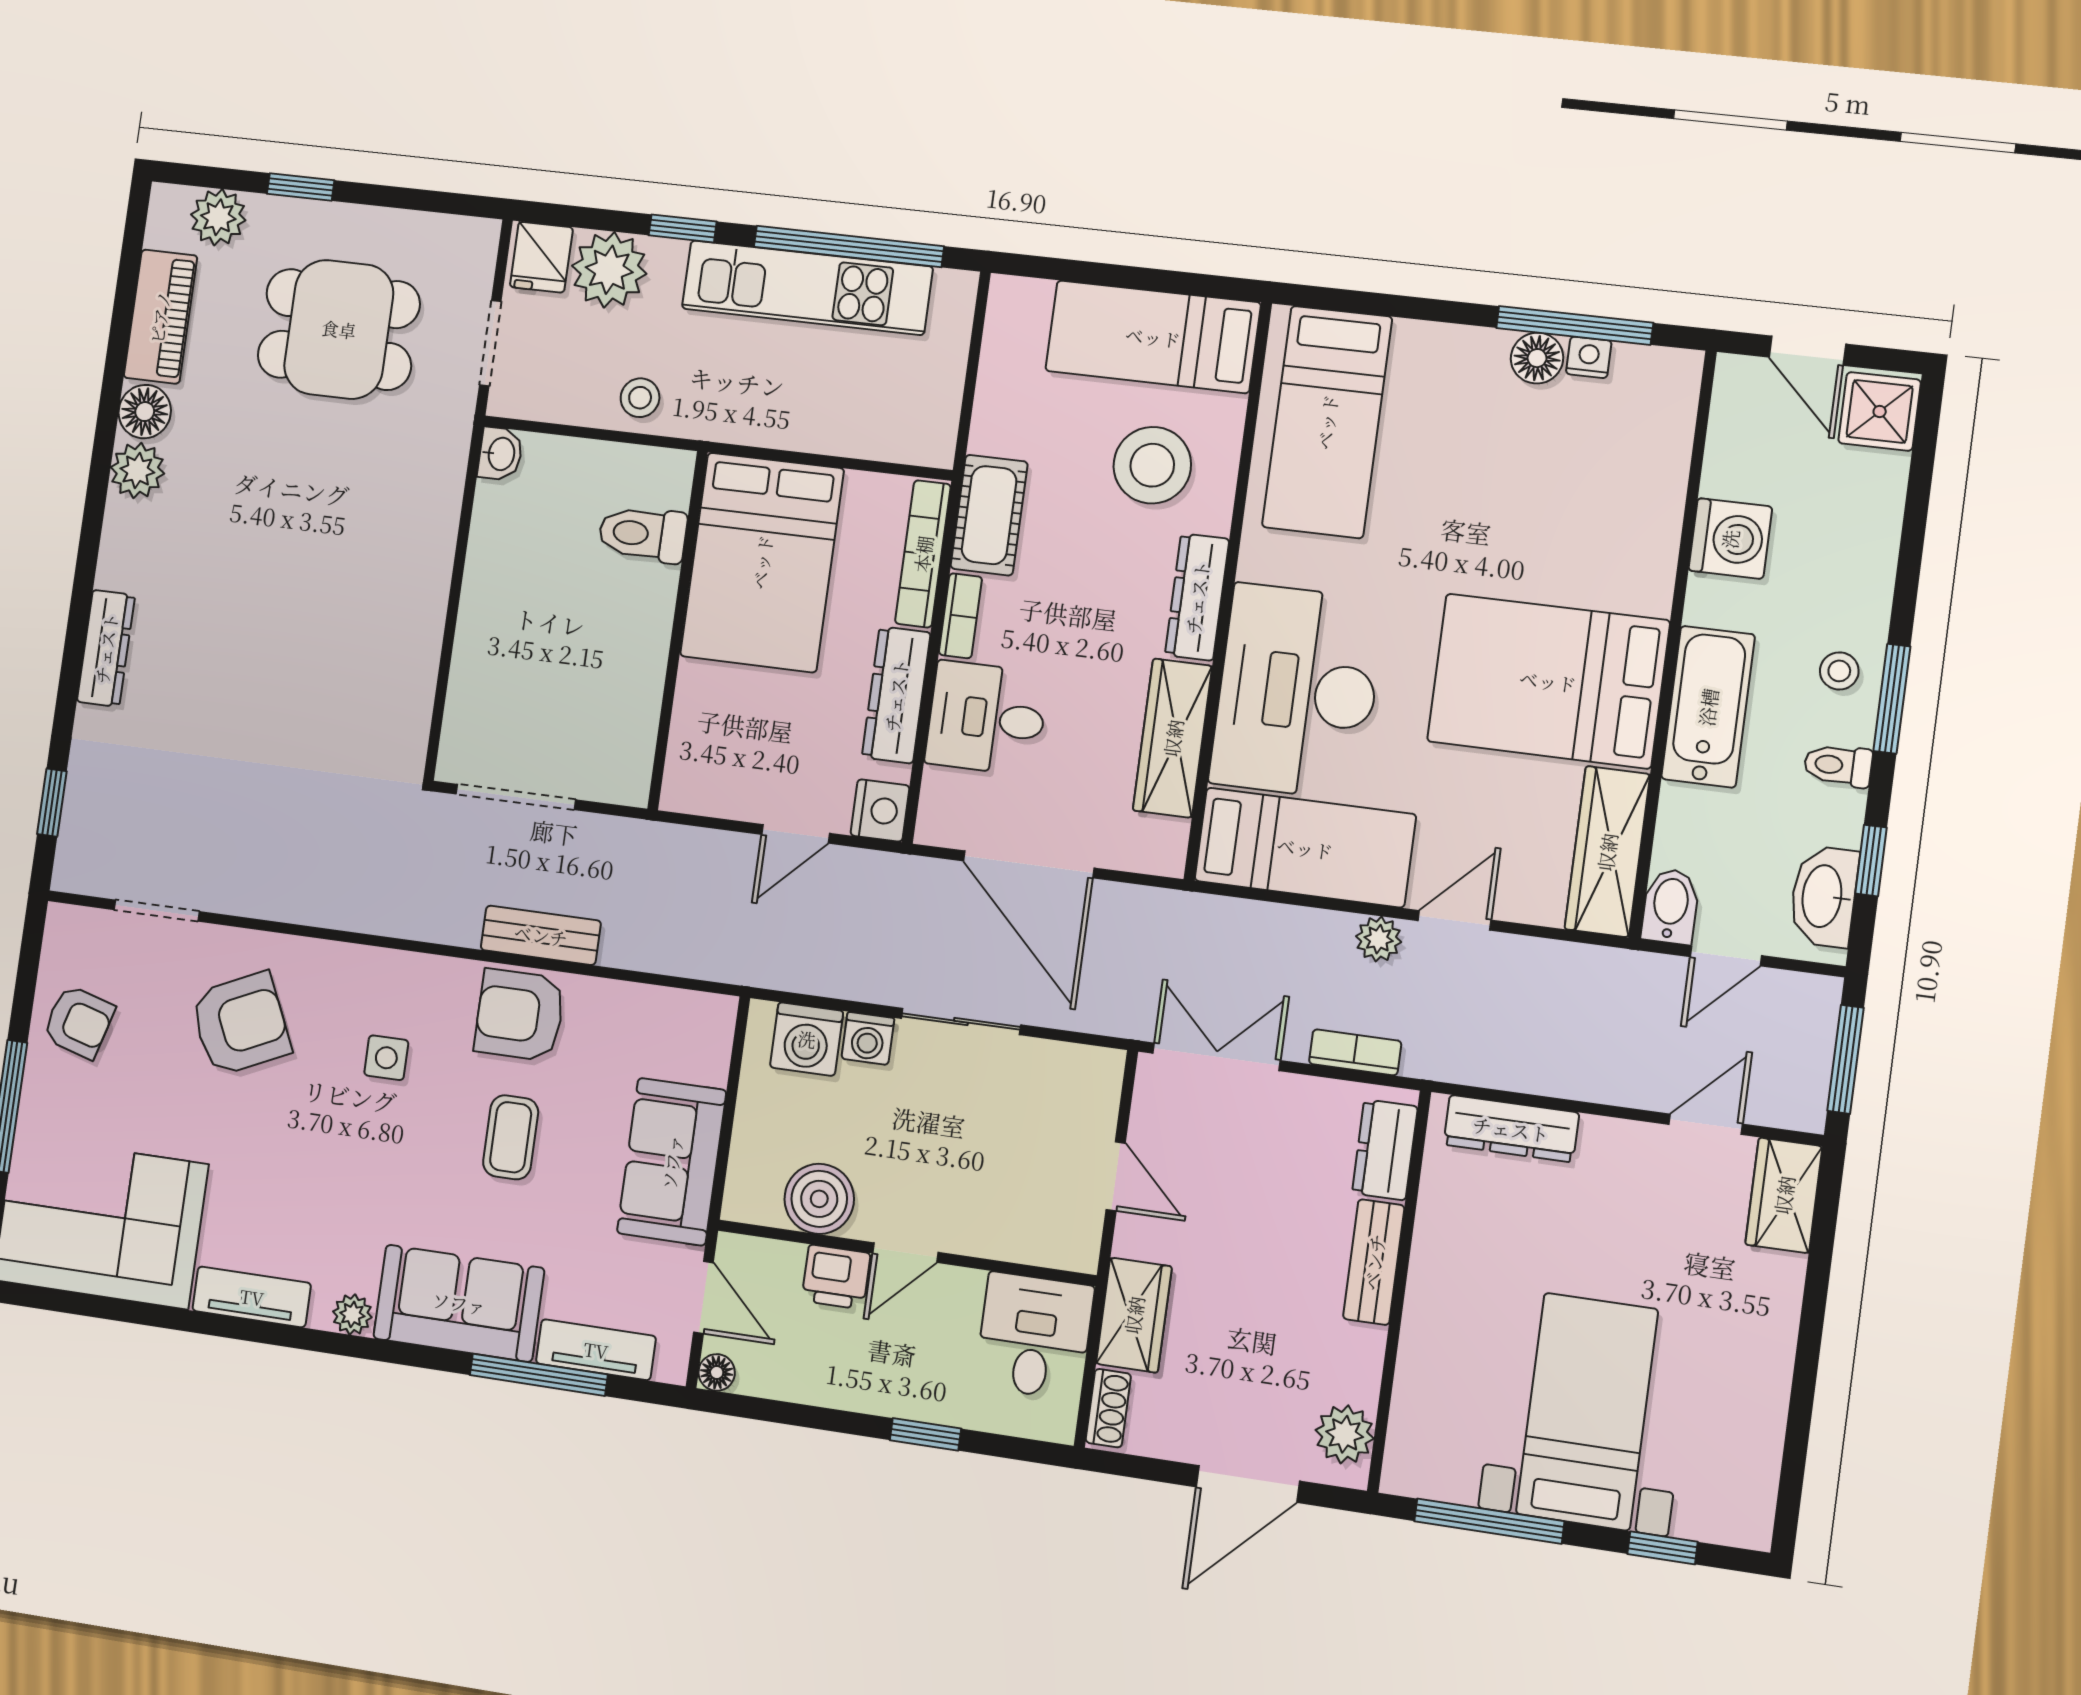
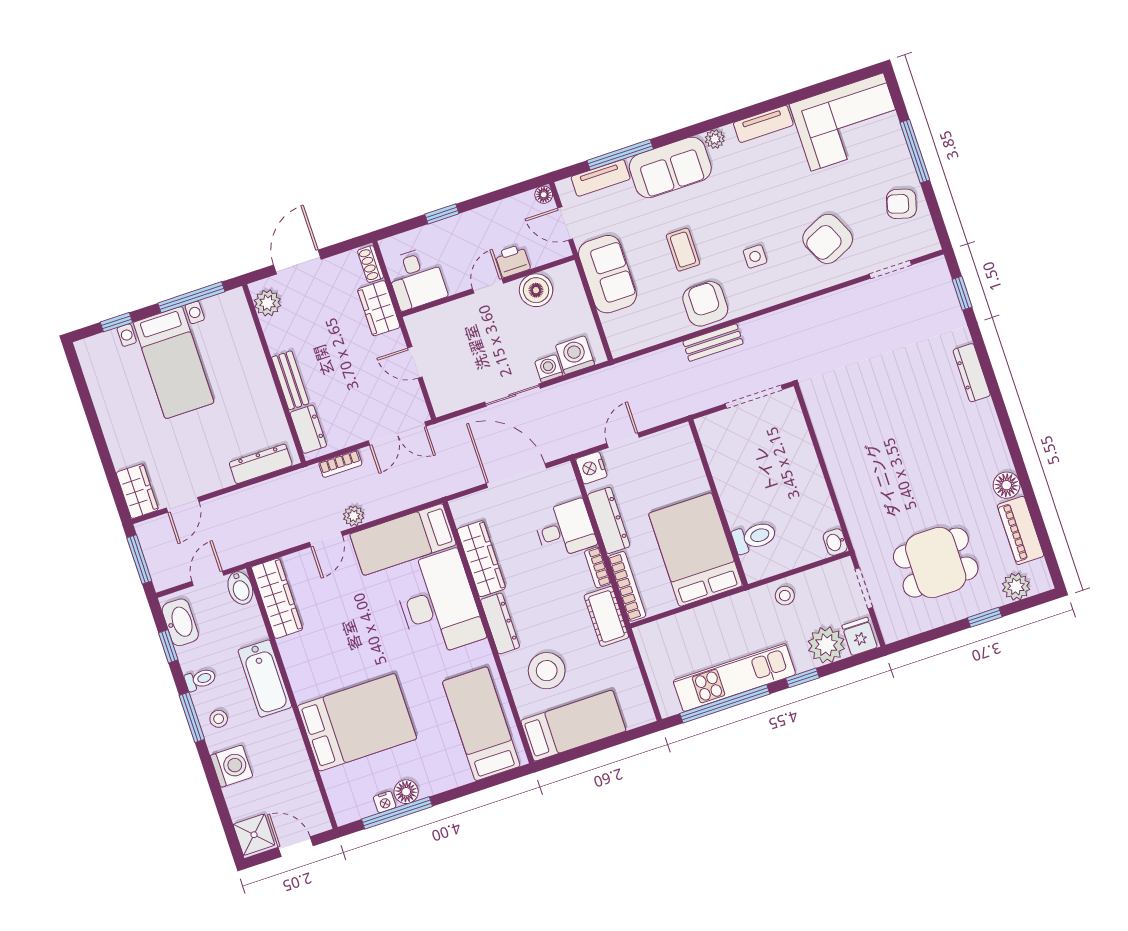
plant: (137, 470) -> (997, 458), removed
washing machine: (1730, 539) -> (232, 766), moved, turned 180
bed: (1548, 681) -> (357, 722), moved
armchair: (520, 1015) -> (705, 304), turned -90

